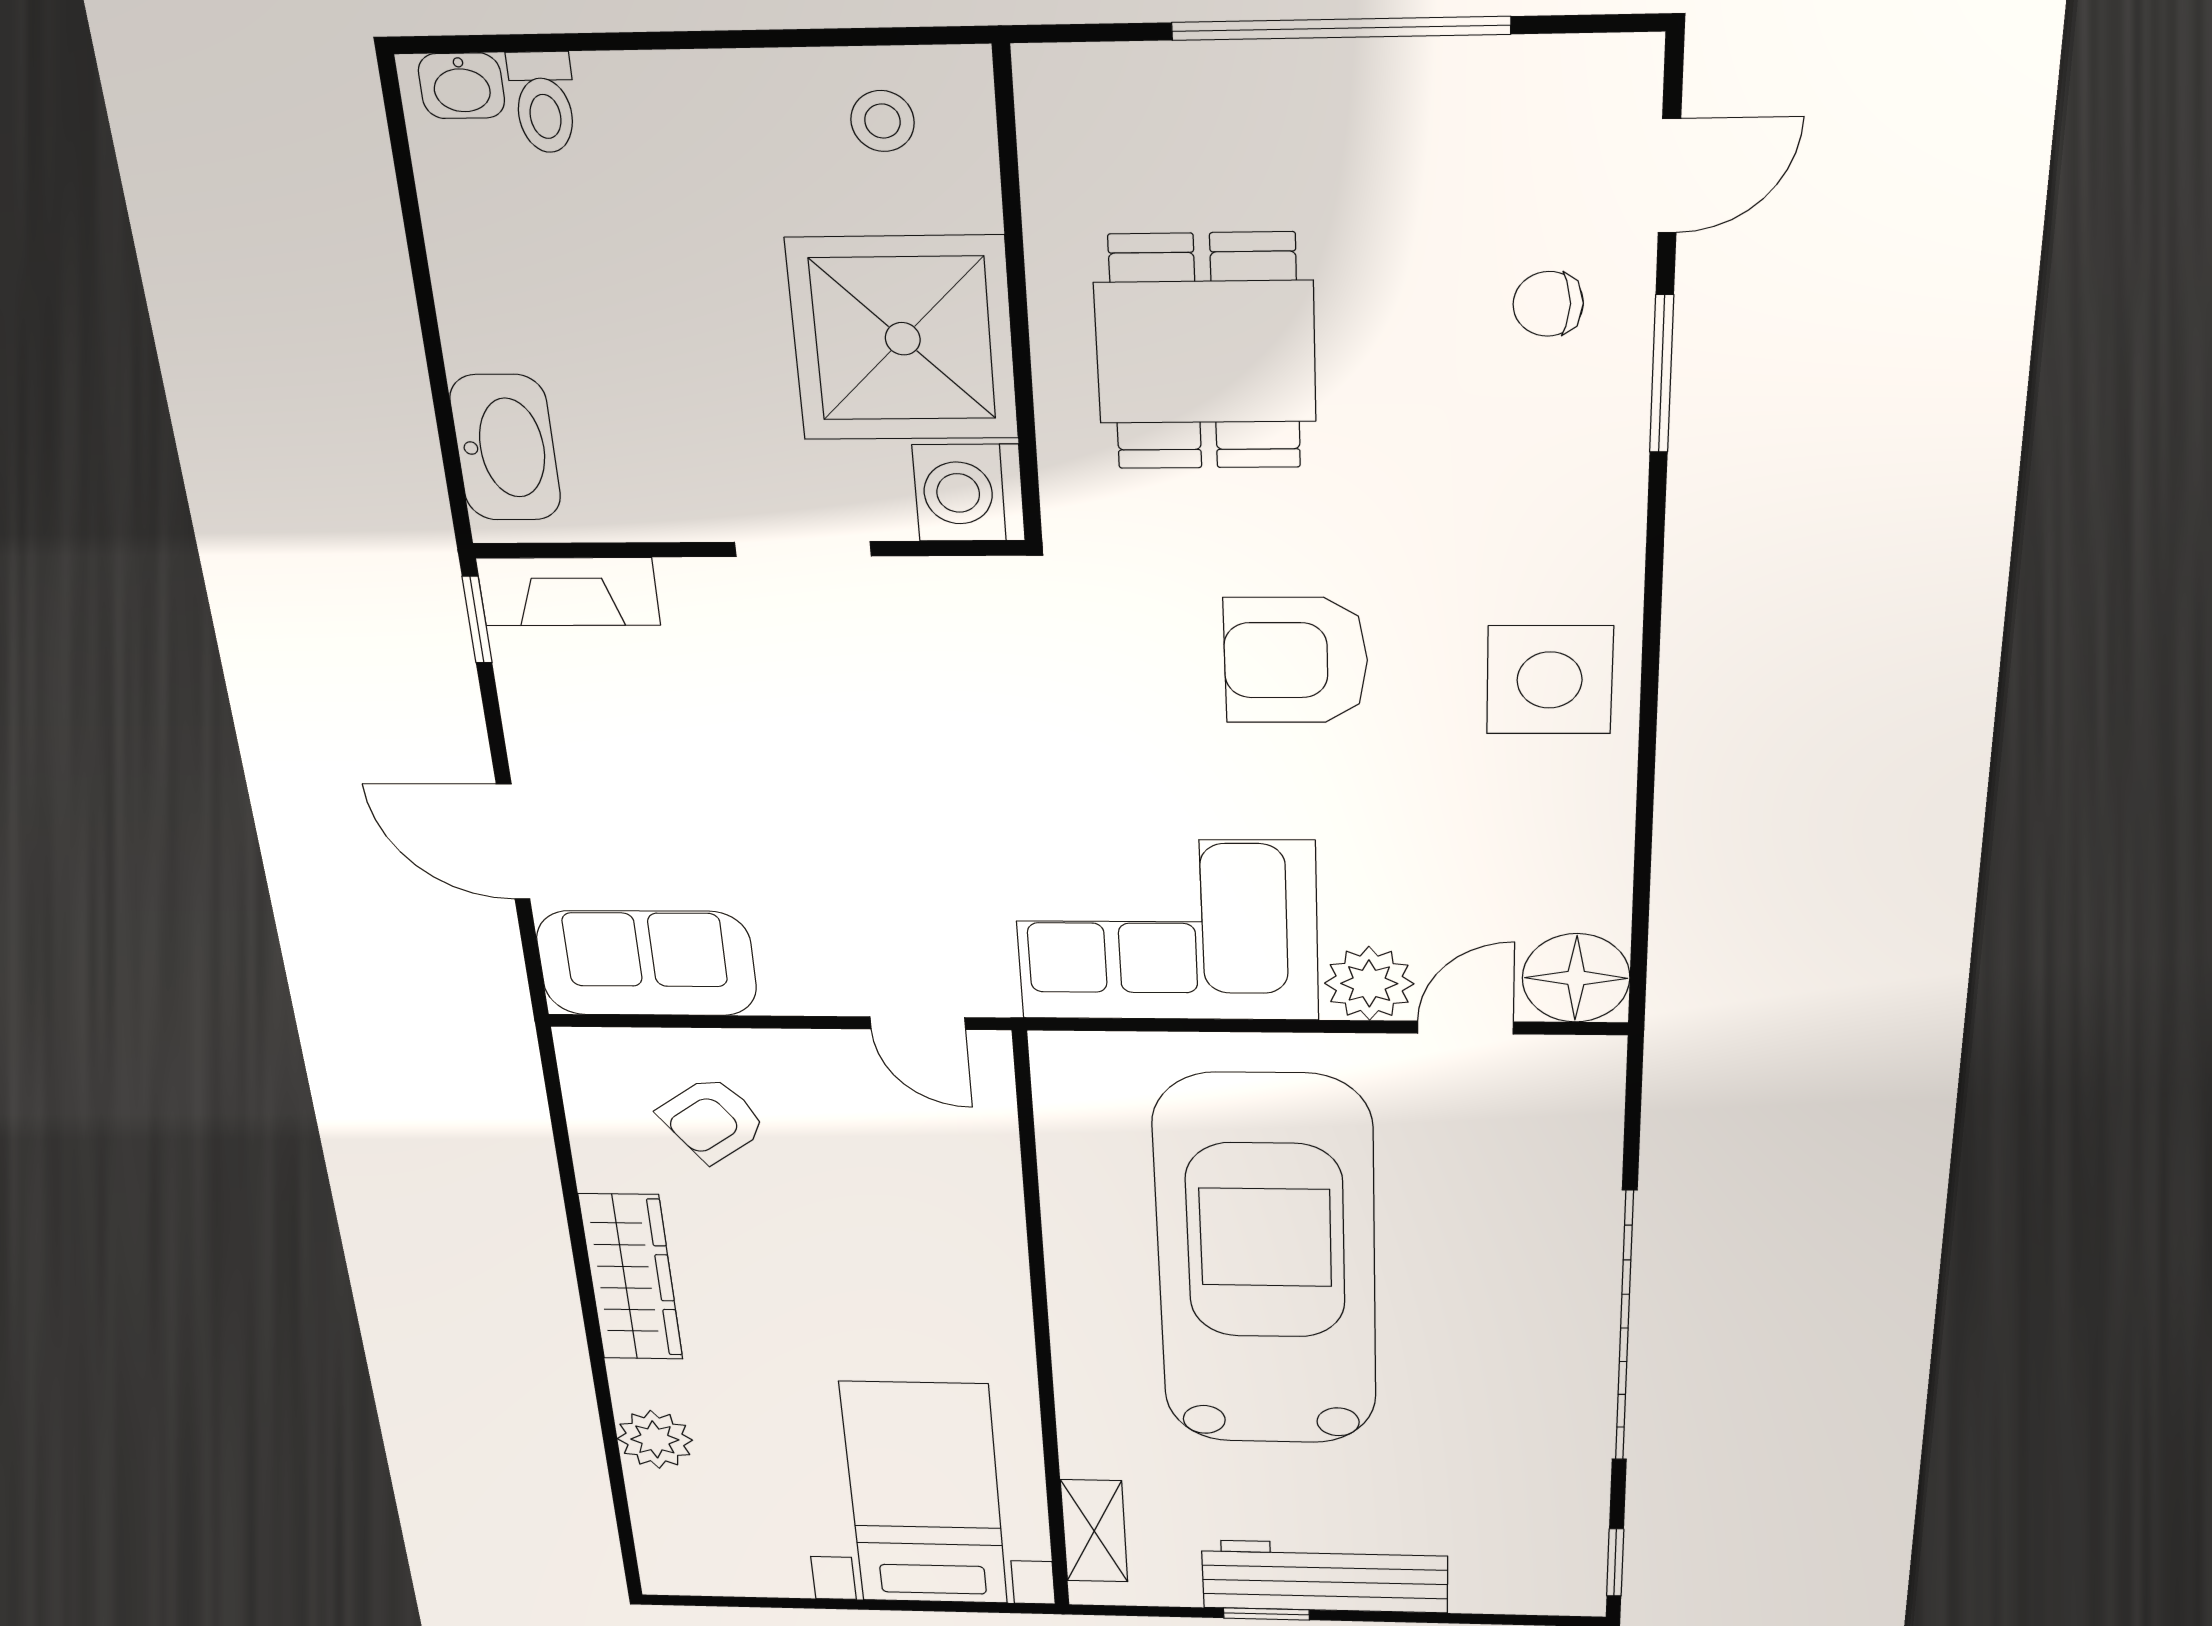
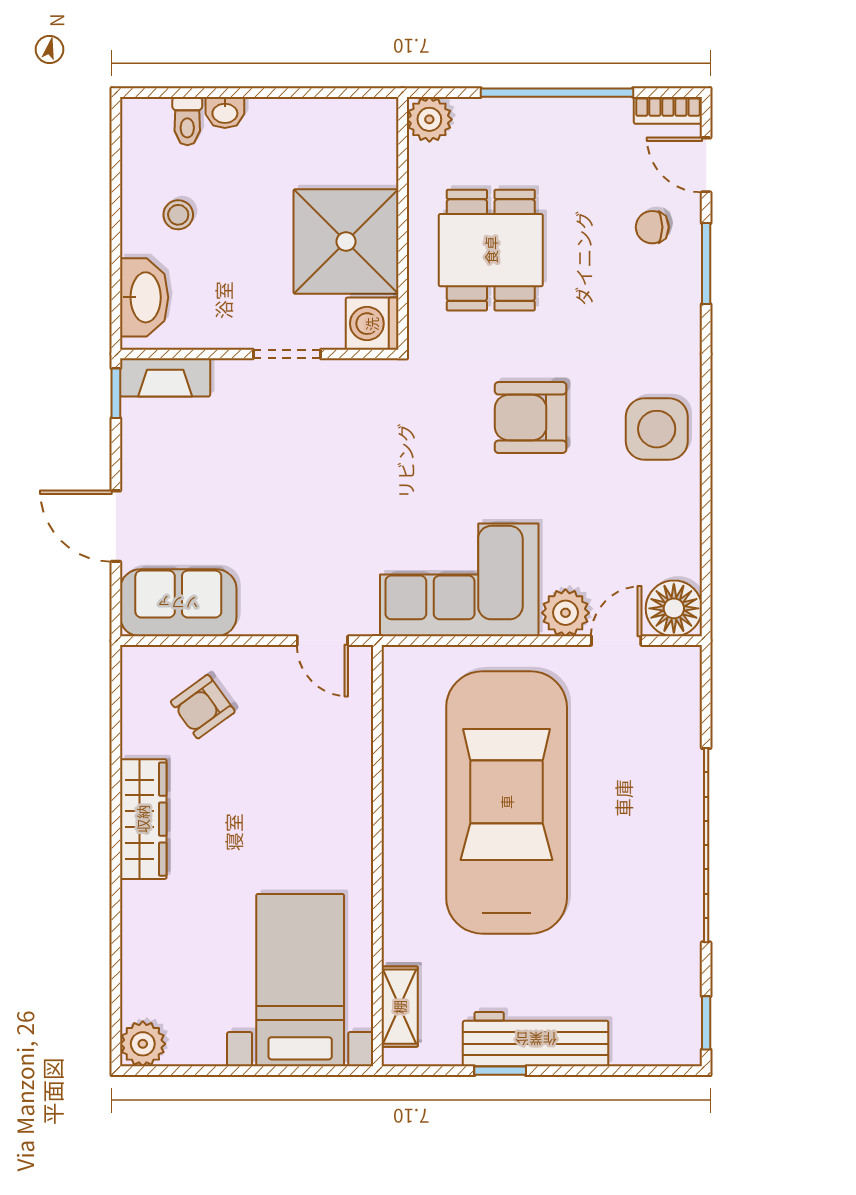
bookcase: (1588, 62) -> (668, 110), added
washbasin: (462, 86) -> (225, 112), moved
plant: (1062, 90) -> (429, 119), added
stool: (882, 121) -> (178, 215), moved
door: (1669, 176) -> (706, 165), swing flipped
plant: (655, 1439) -> (143, 1044), moved

